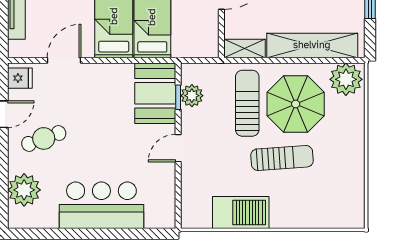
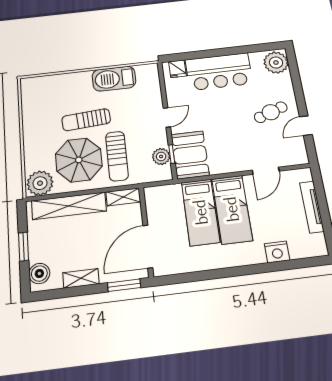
fridge: (20, 78) -> (177, 69), moved, turned -90
plant: (24, 190) -> (276, 63), moved

